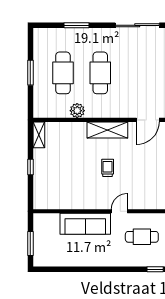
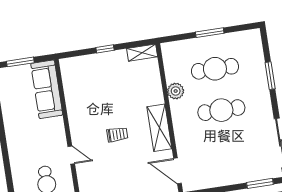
sofa: (85, 224) -> (47, 89), moved

